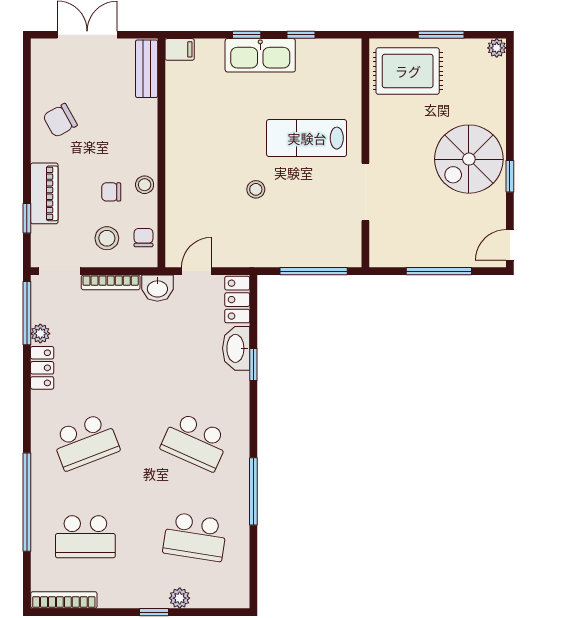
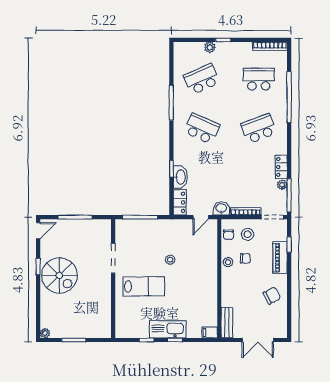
rug: (408, 71) -> (91, 321), removed
spiral stairs: (469, 159) -> (59, 275), turned 90
school desk: (195, 537) -> (202, 79), turned -33

